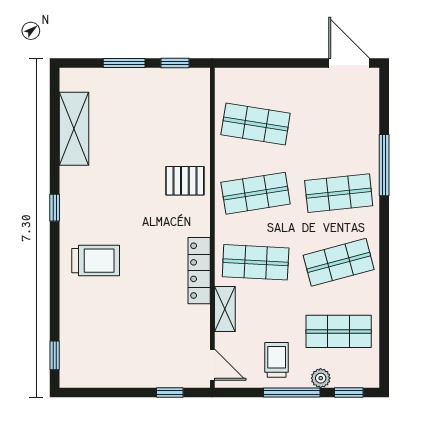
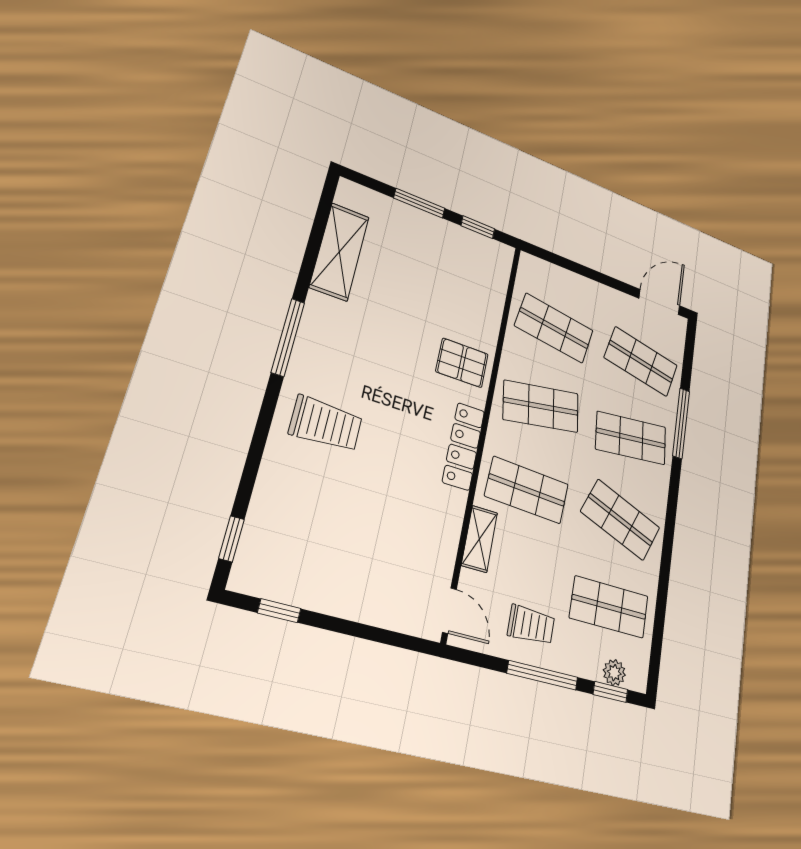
door: (349, 63) -> (659, 302), hinge flipped
shop shelf: (339, 124) -> (641, 361), added
window: (55, 208) -> (288, 337), width x2.17
shop shelf: (339, 262) -> (620, 520), turned 36
locker: (199, 271) -> (464, 446), moved
trolley: (277, 360) -> (531, 625), turned 90
plant: (321, 378) -> (614, 673), moved
window: (170, 392) -> (279, 611), moved

